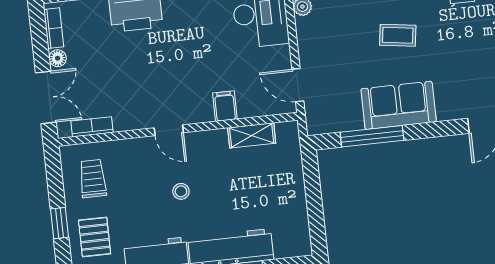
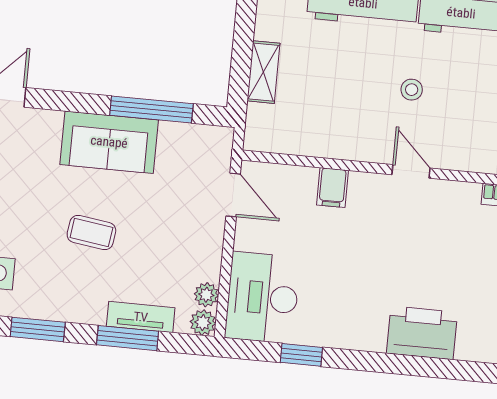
shelving: (252, 135) -> (263, 72), moved, turned 90

